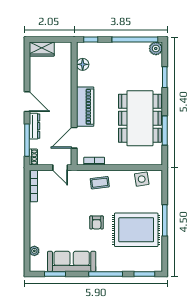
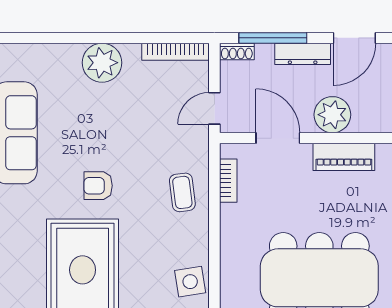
piano: (85, 107) -> (344, 157), width x0.73, depth x0.75
plant: (63, 112) -> (332, 115), added
plant: (34, 251) -> (102, 63), moved, width x1.88, depth x1.88

